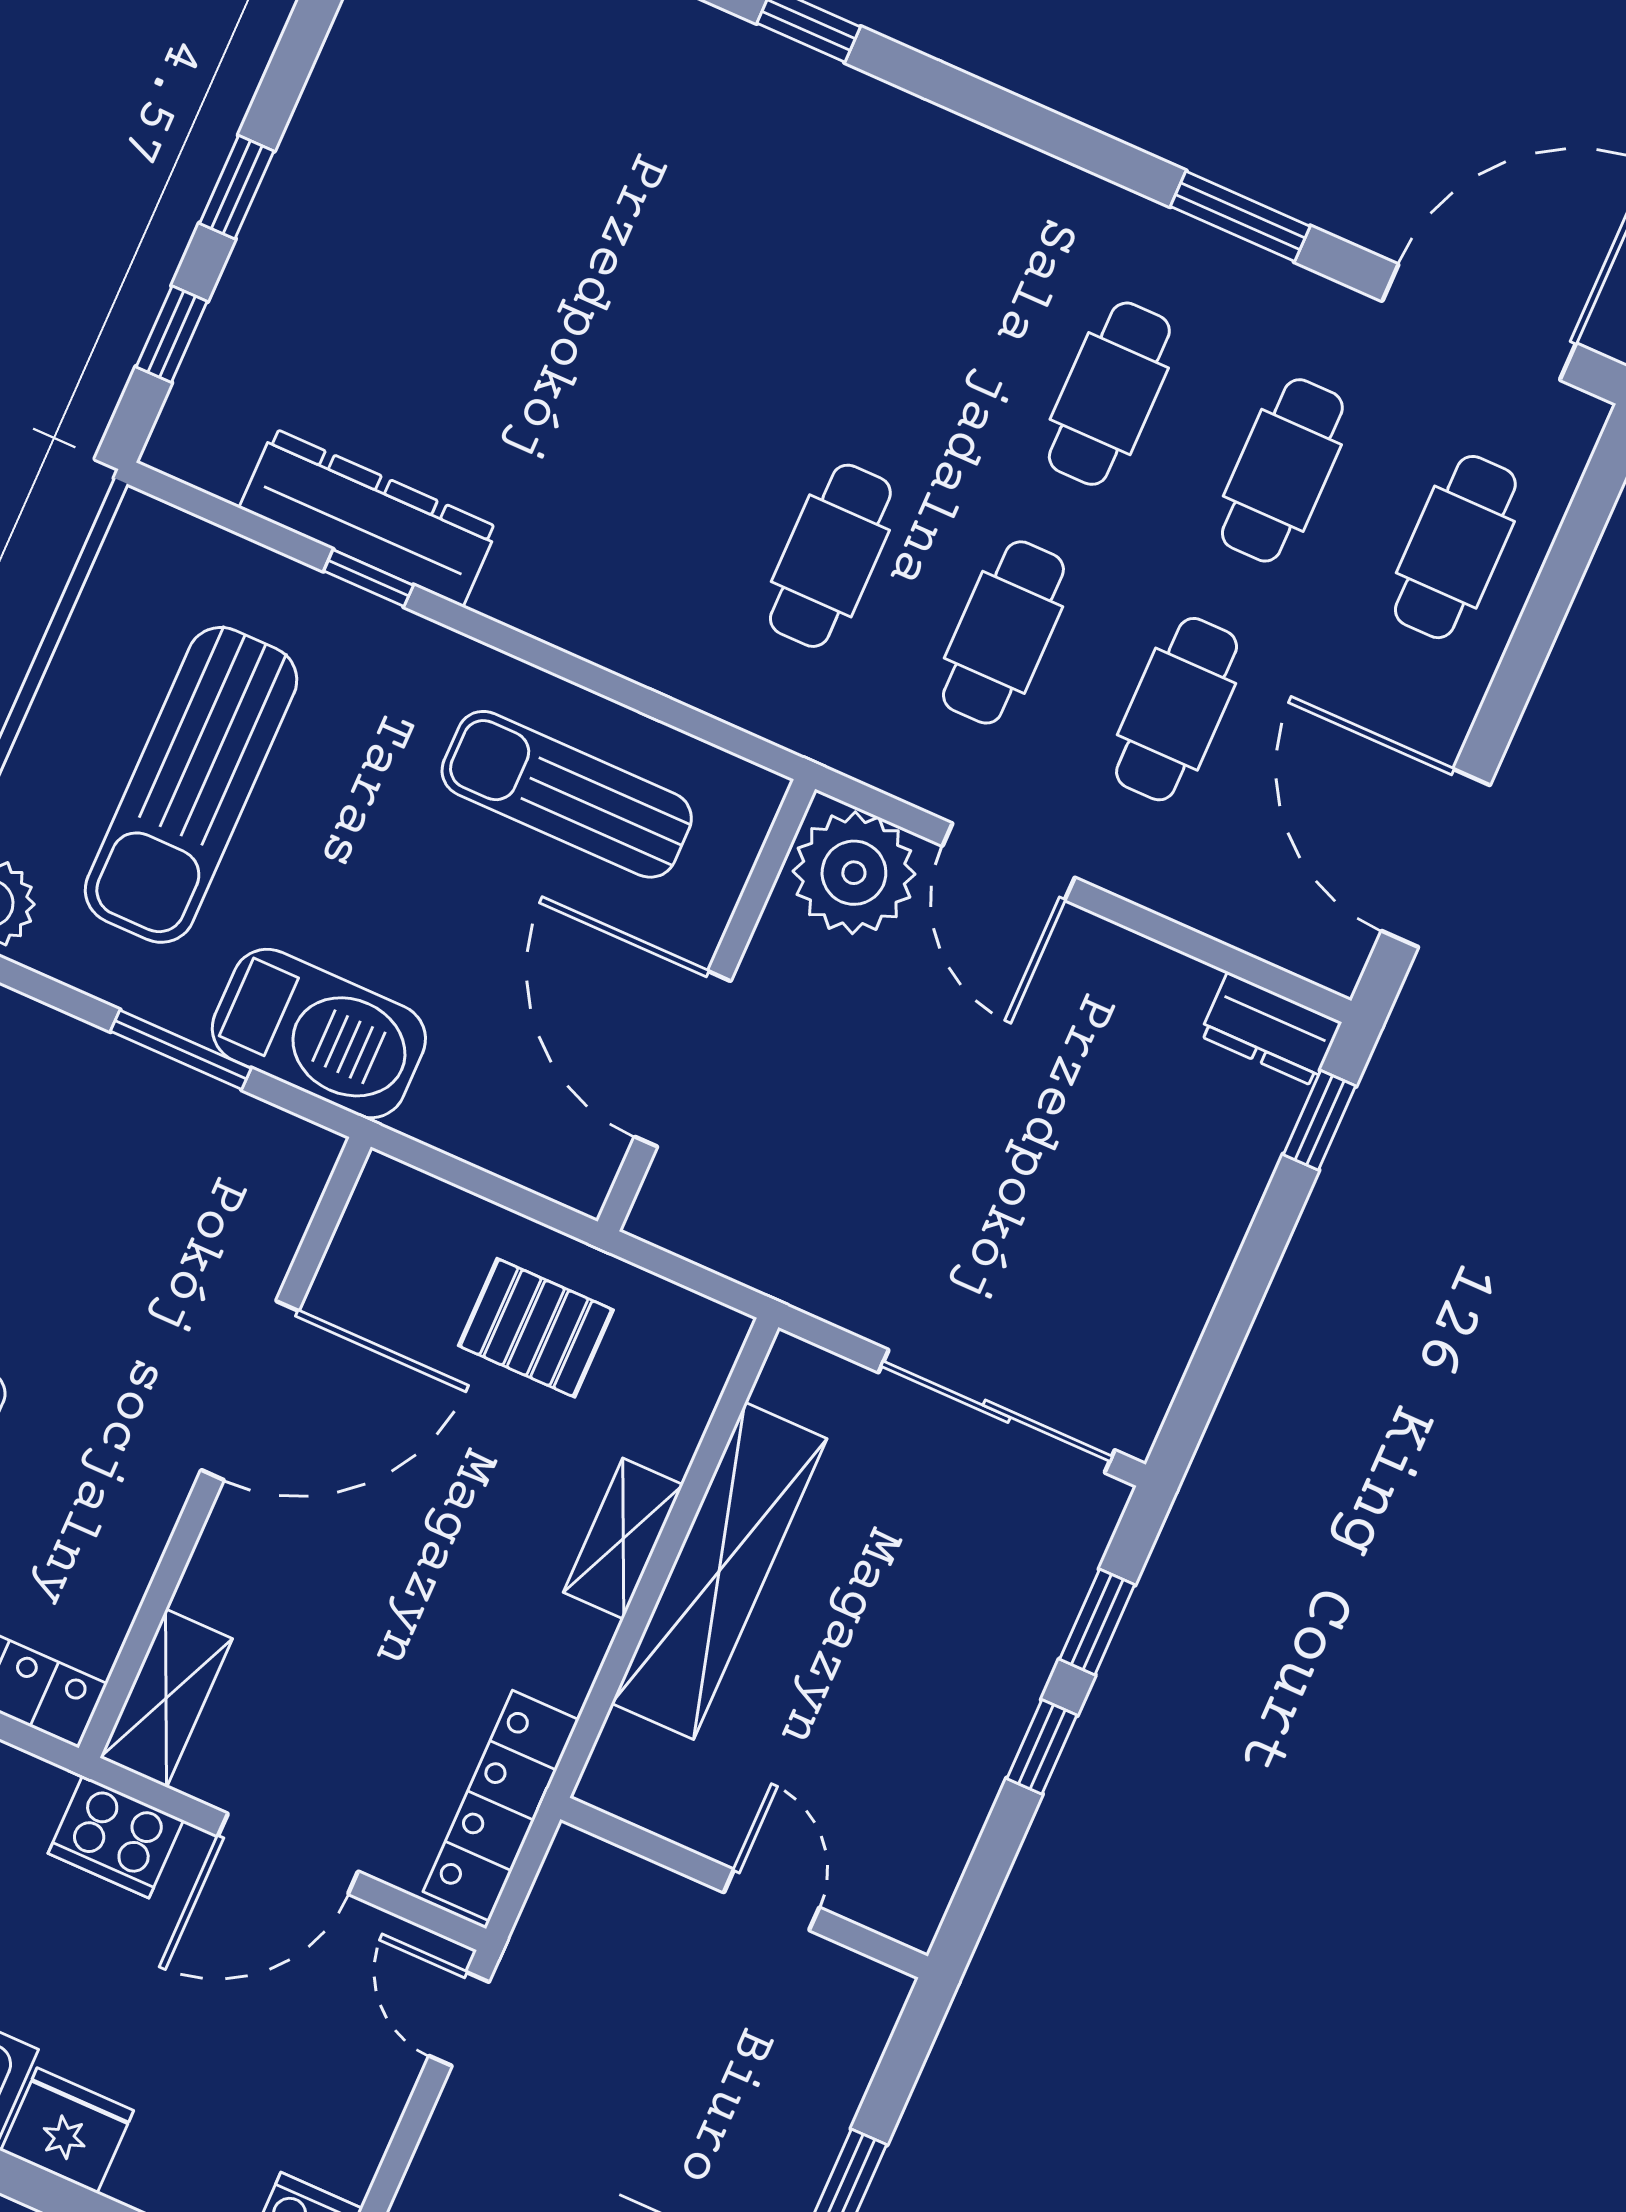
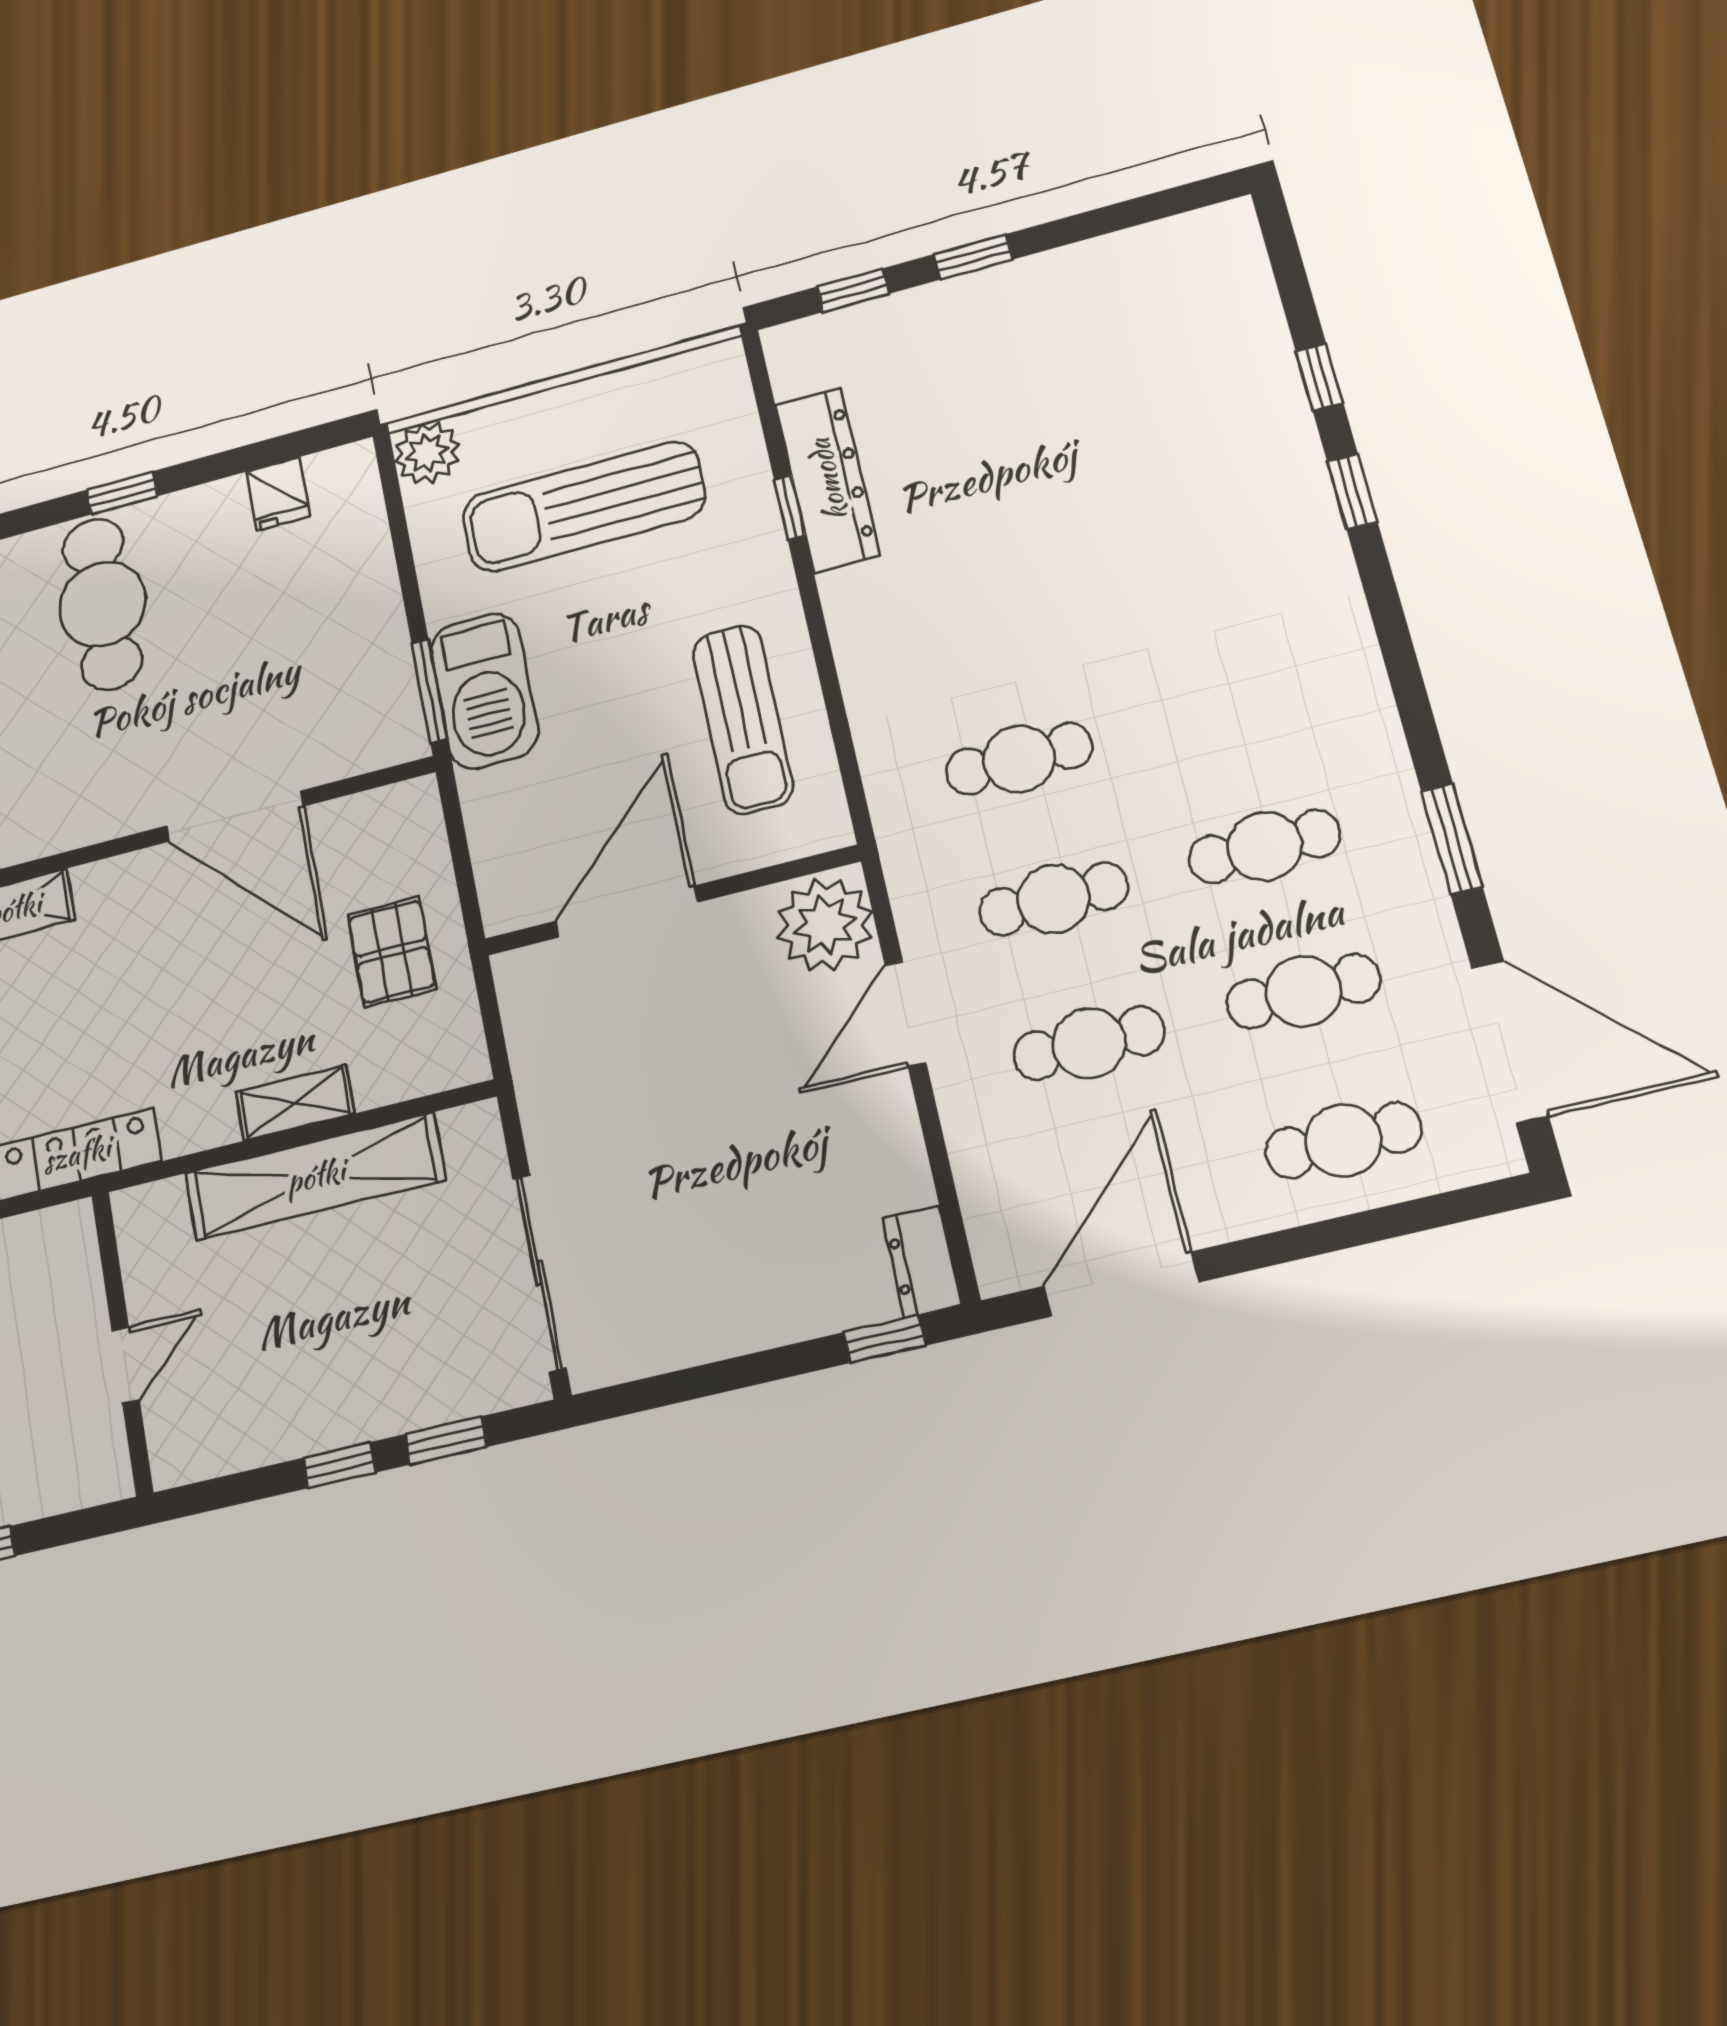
sun lounger: (567, 794) -> (743, 719), turned 180
window: (181, 1050) -> (429, 691), moved

